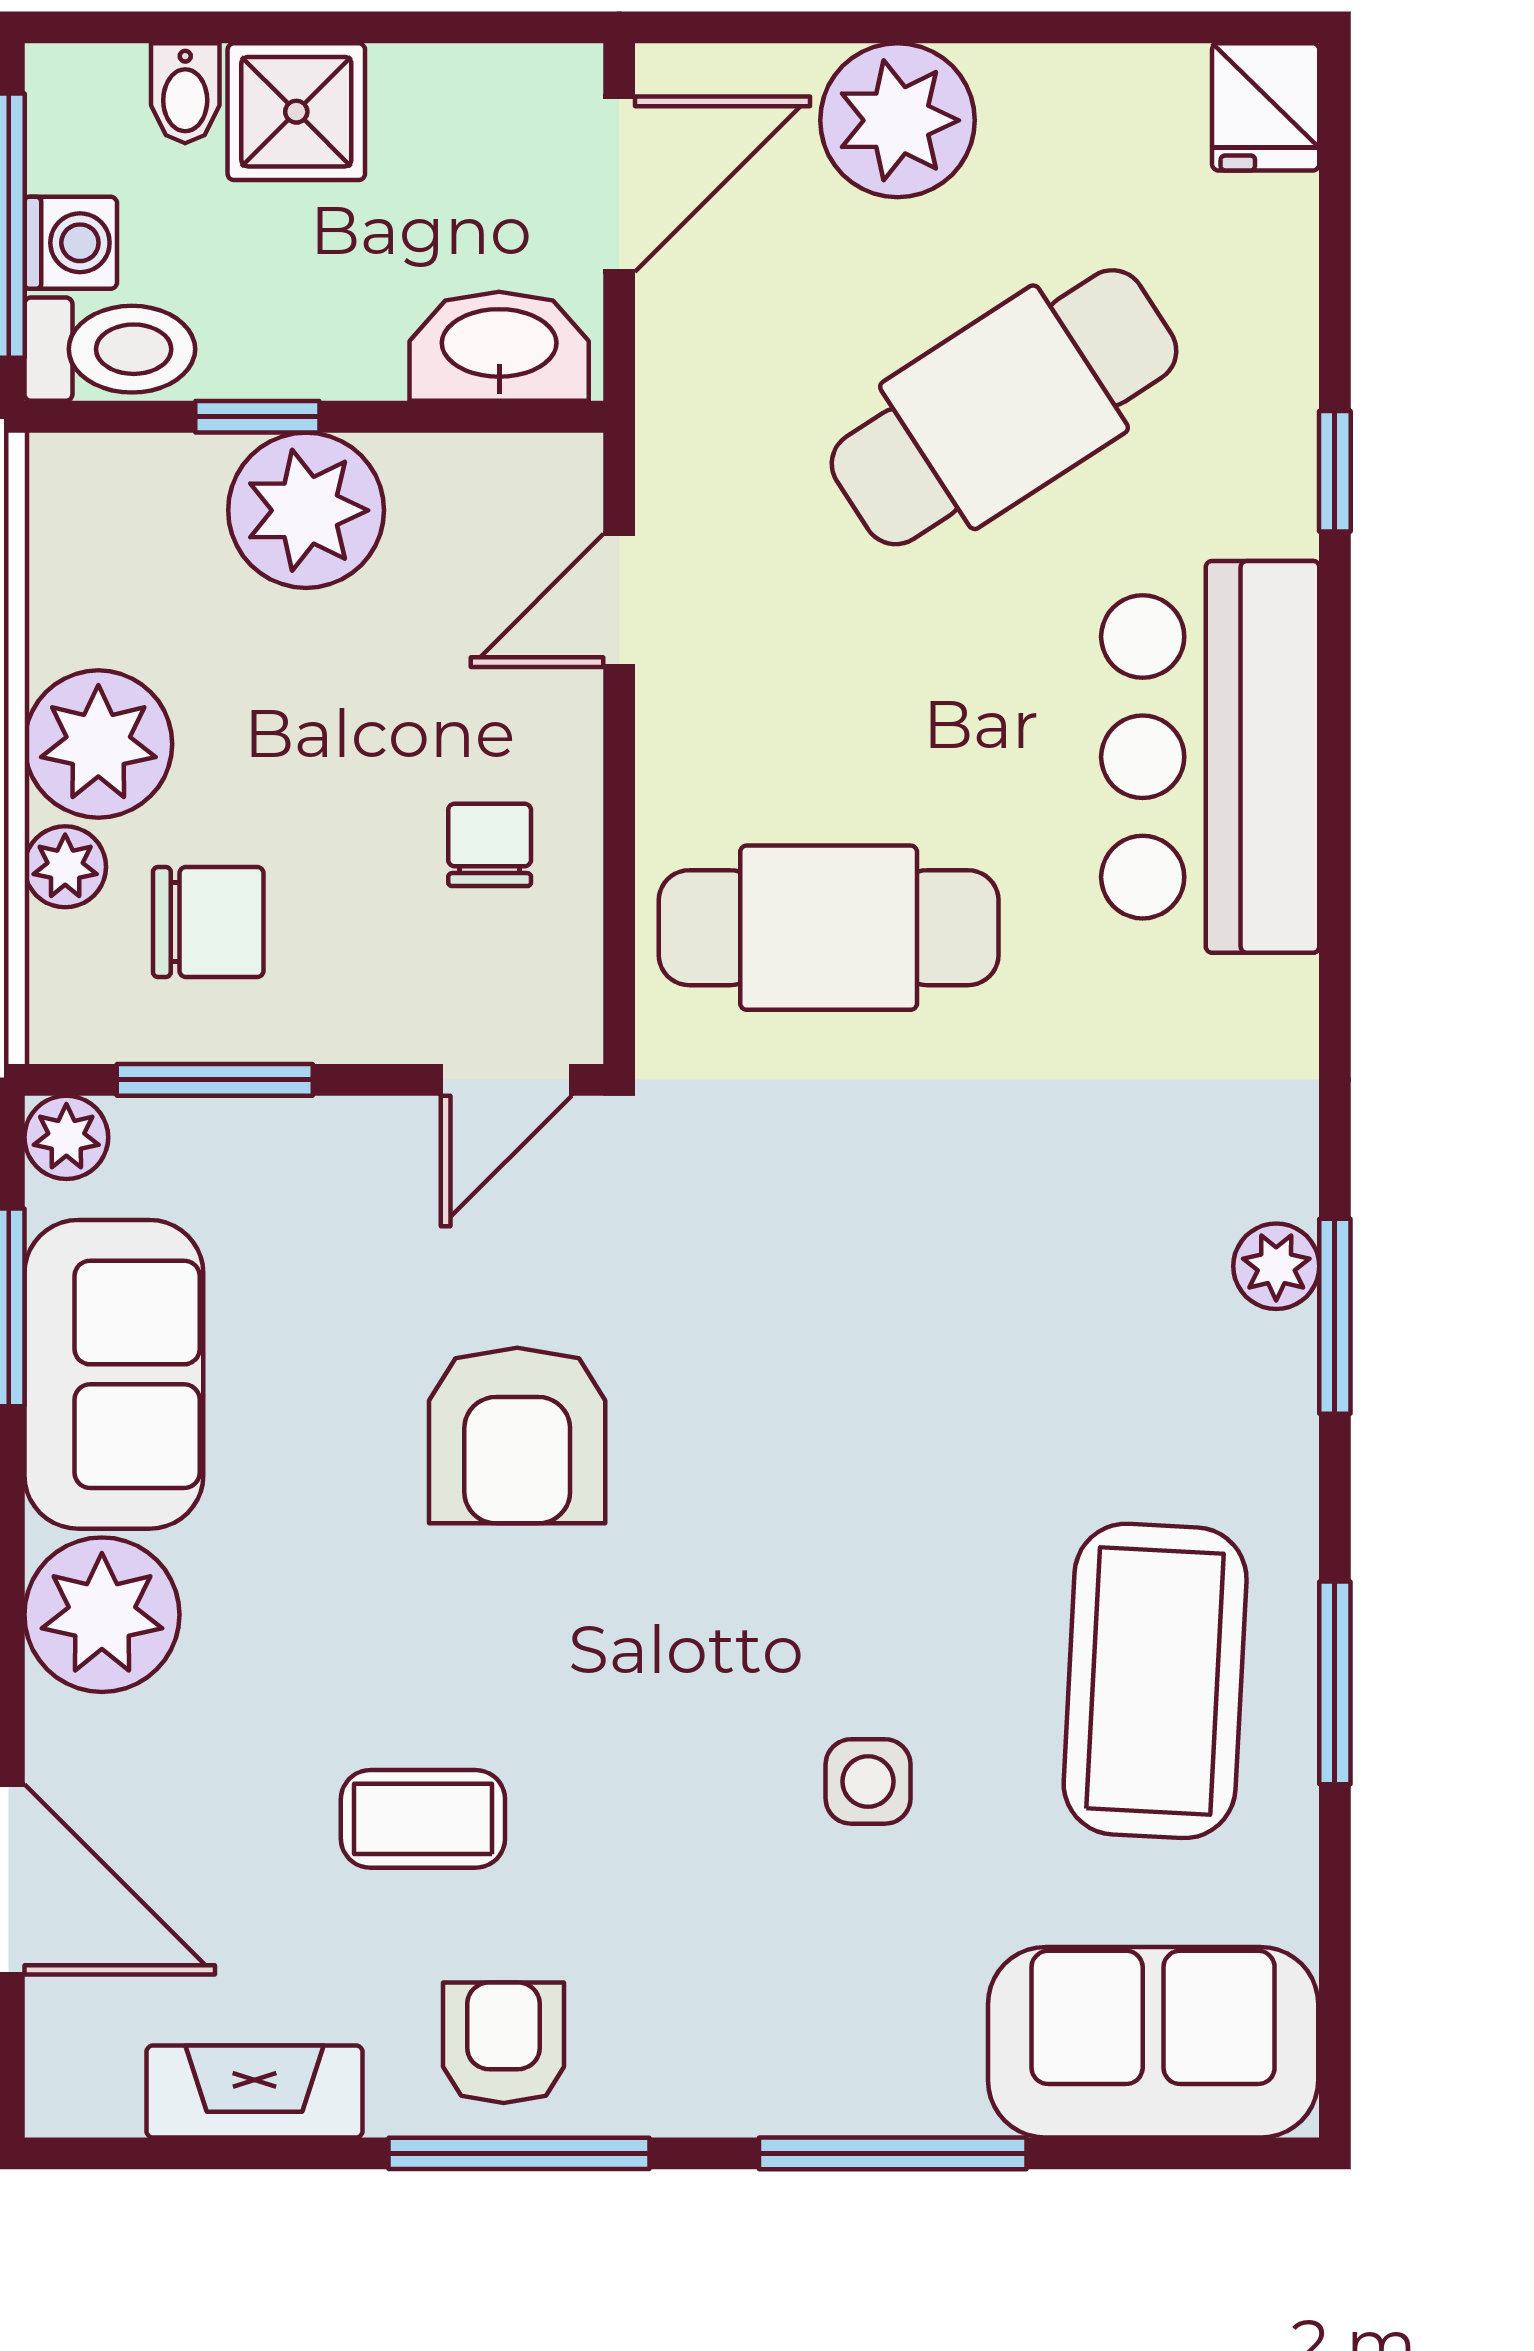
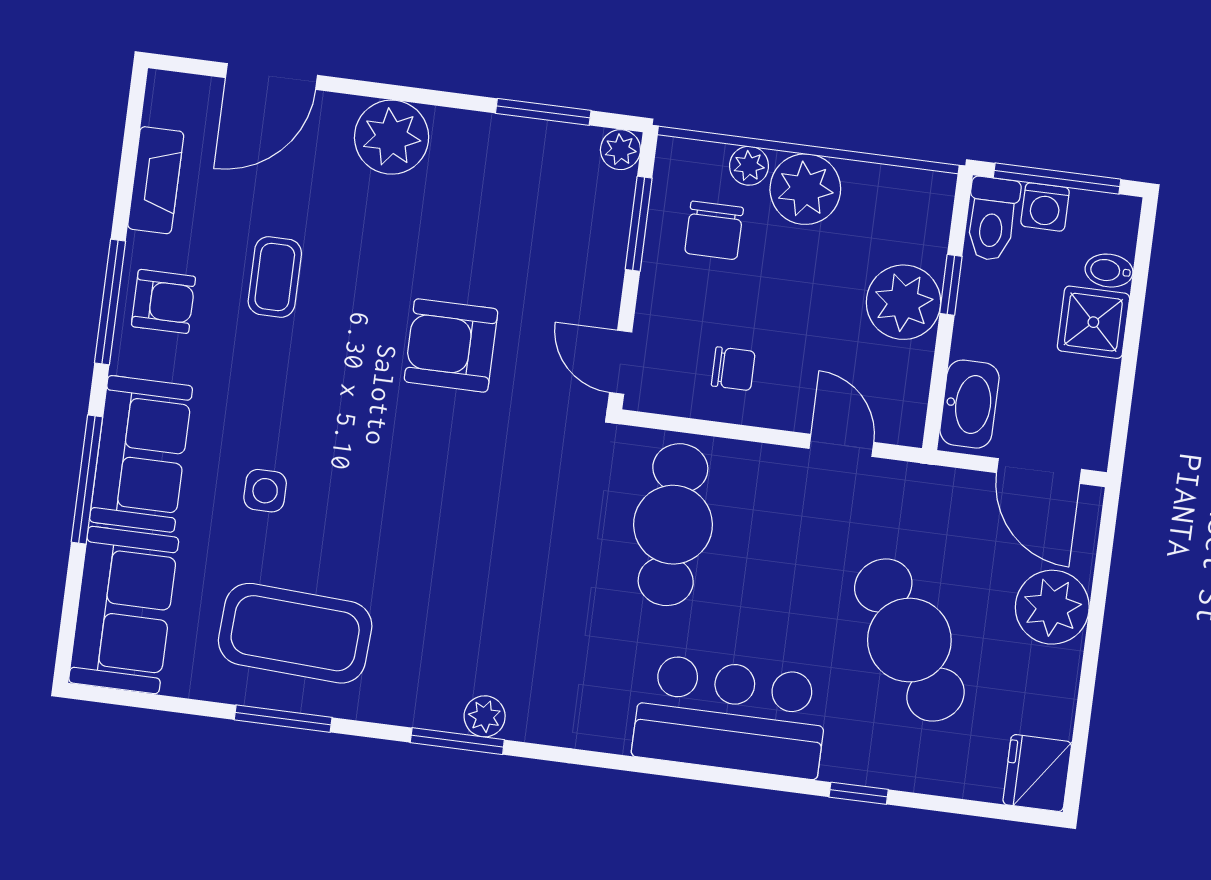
fridge: (1266, 107) -> (1037, 773), width x1.38
sofa: (114, 1374) -> (141, 454), moved, turned -90

